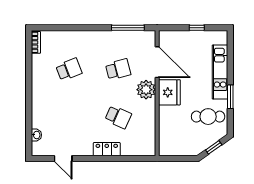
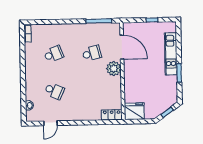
fridge: (169, 92) -> (134, 111), moved, turned -90
school desk: (118, 117) -> (54, 91), moved
cafe table: (208, 117) -> (162, 89), removed
locker: (107, 149) -> (112, 115), moved
door: (63, 159) -> (50, 123), hinge flipped

